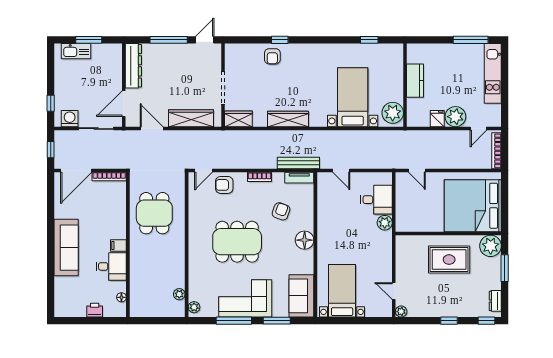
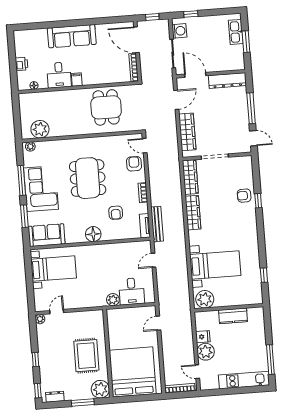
wardrobe: (238, 119) -> (190, 177), width x1.50
armchair: (281, 211) -> (116, 213), turned 70
dining table: (154, 213) -> (106, 107), turned 90
plant: (179, 294) -> (40, 129), width x1.87, depth x1.87

